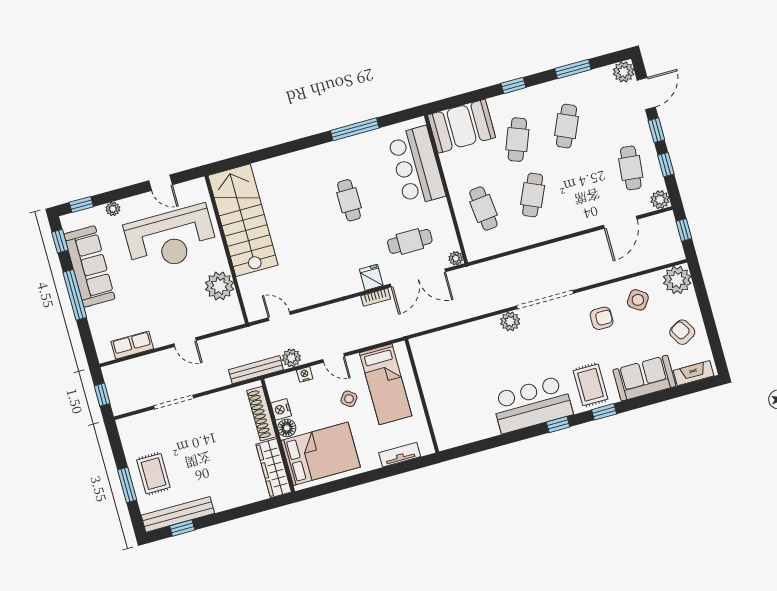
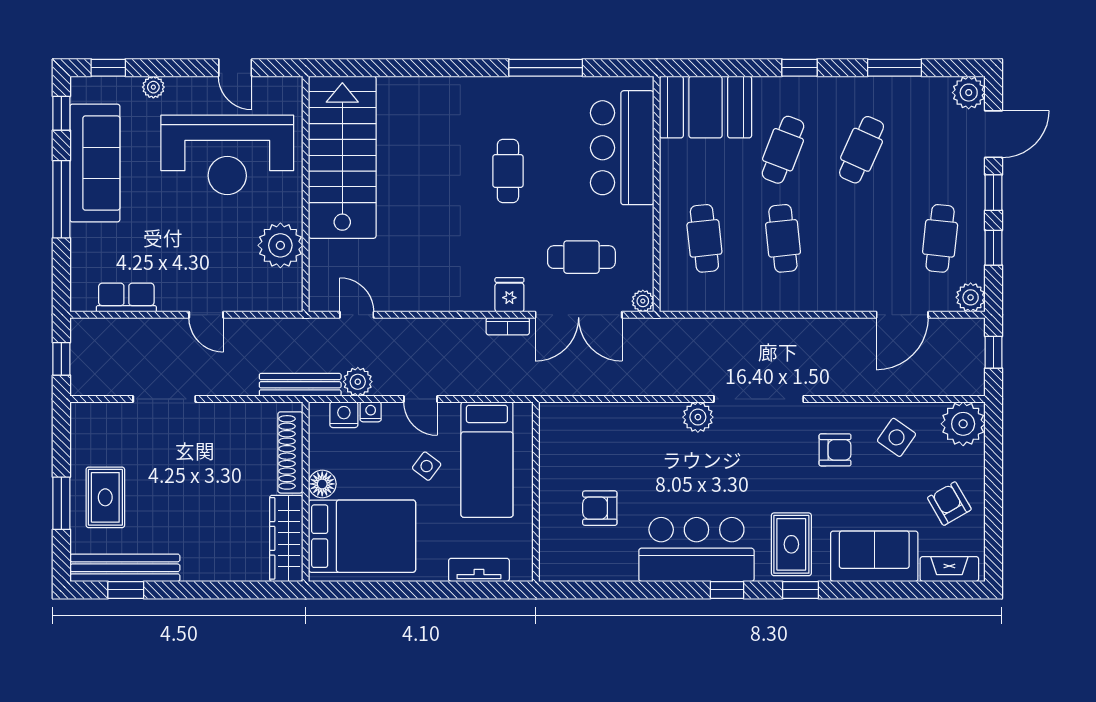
cafe table: (533, 195) -> (783, 238), turned -30
armchair: (465, 395) -> (600, 508), added
nightstand: (281, 409) -> (344, 415), moved, turned 90

